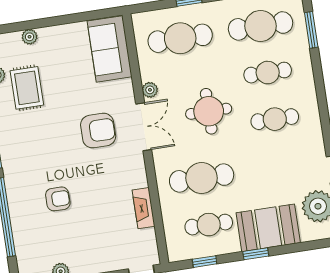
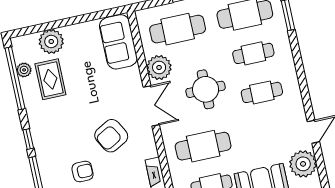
plant: (30, 37) -> (51, 41), width x1.87, depth x1.87
plant: (150, 90) -> (159, 68), width x1.88, depth x1.88
armchair: (98, 131) -> (111, 136), moved, turned 151

